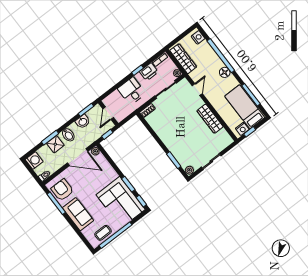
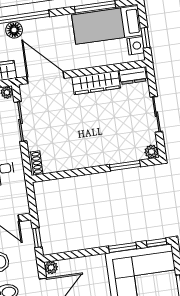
floor lamp: (225, 72) -> (14, 30), moved
door: (197, 90) -> (46, 77), width x1.87
dresser: (225, 137) -> (133, 76), added

